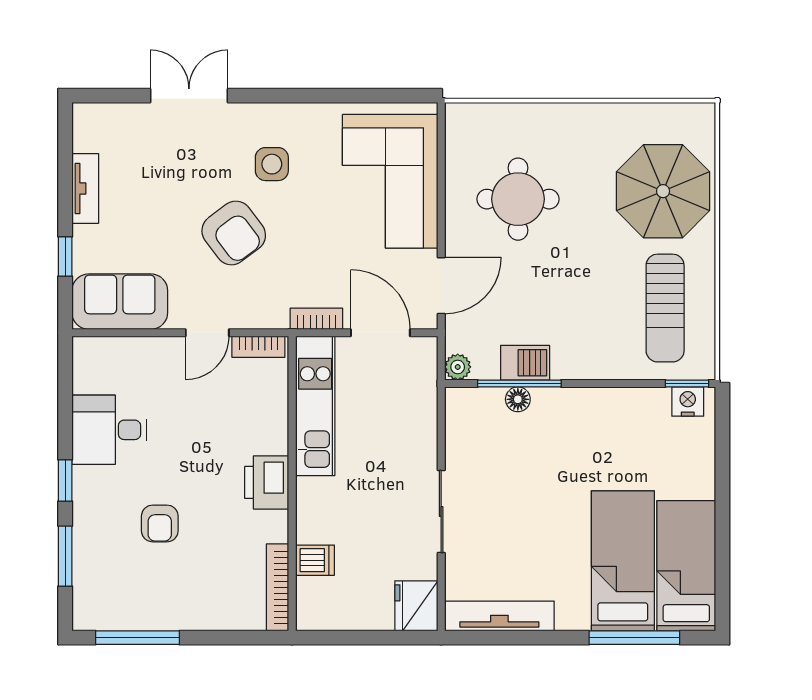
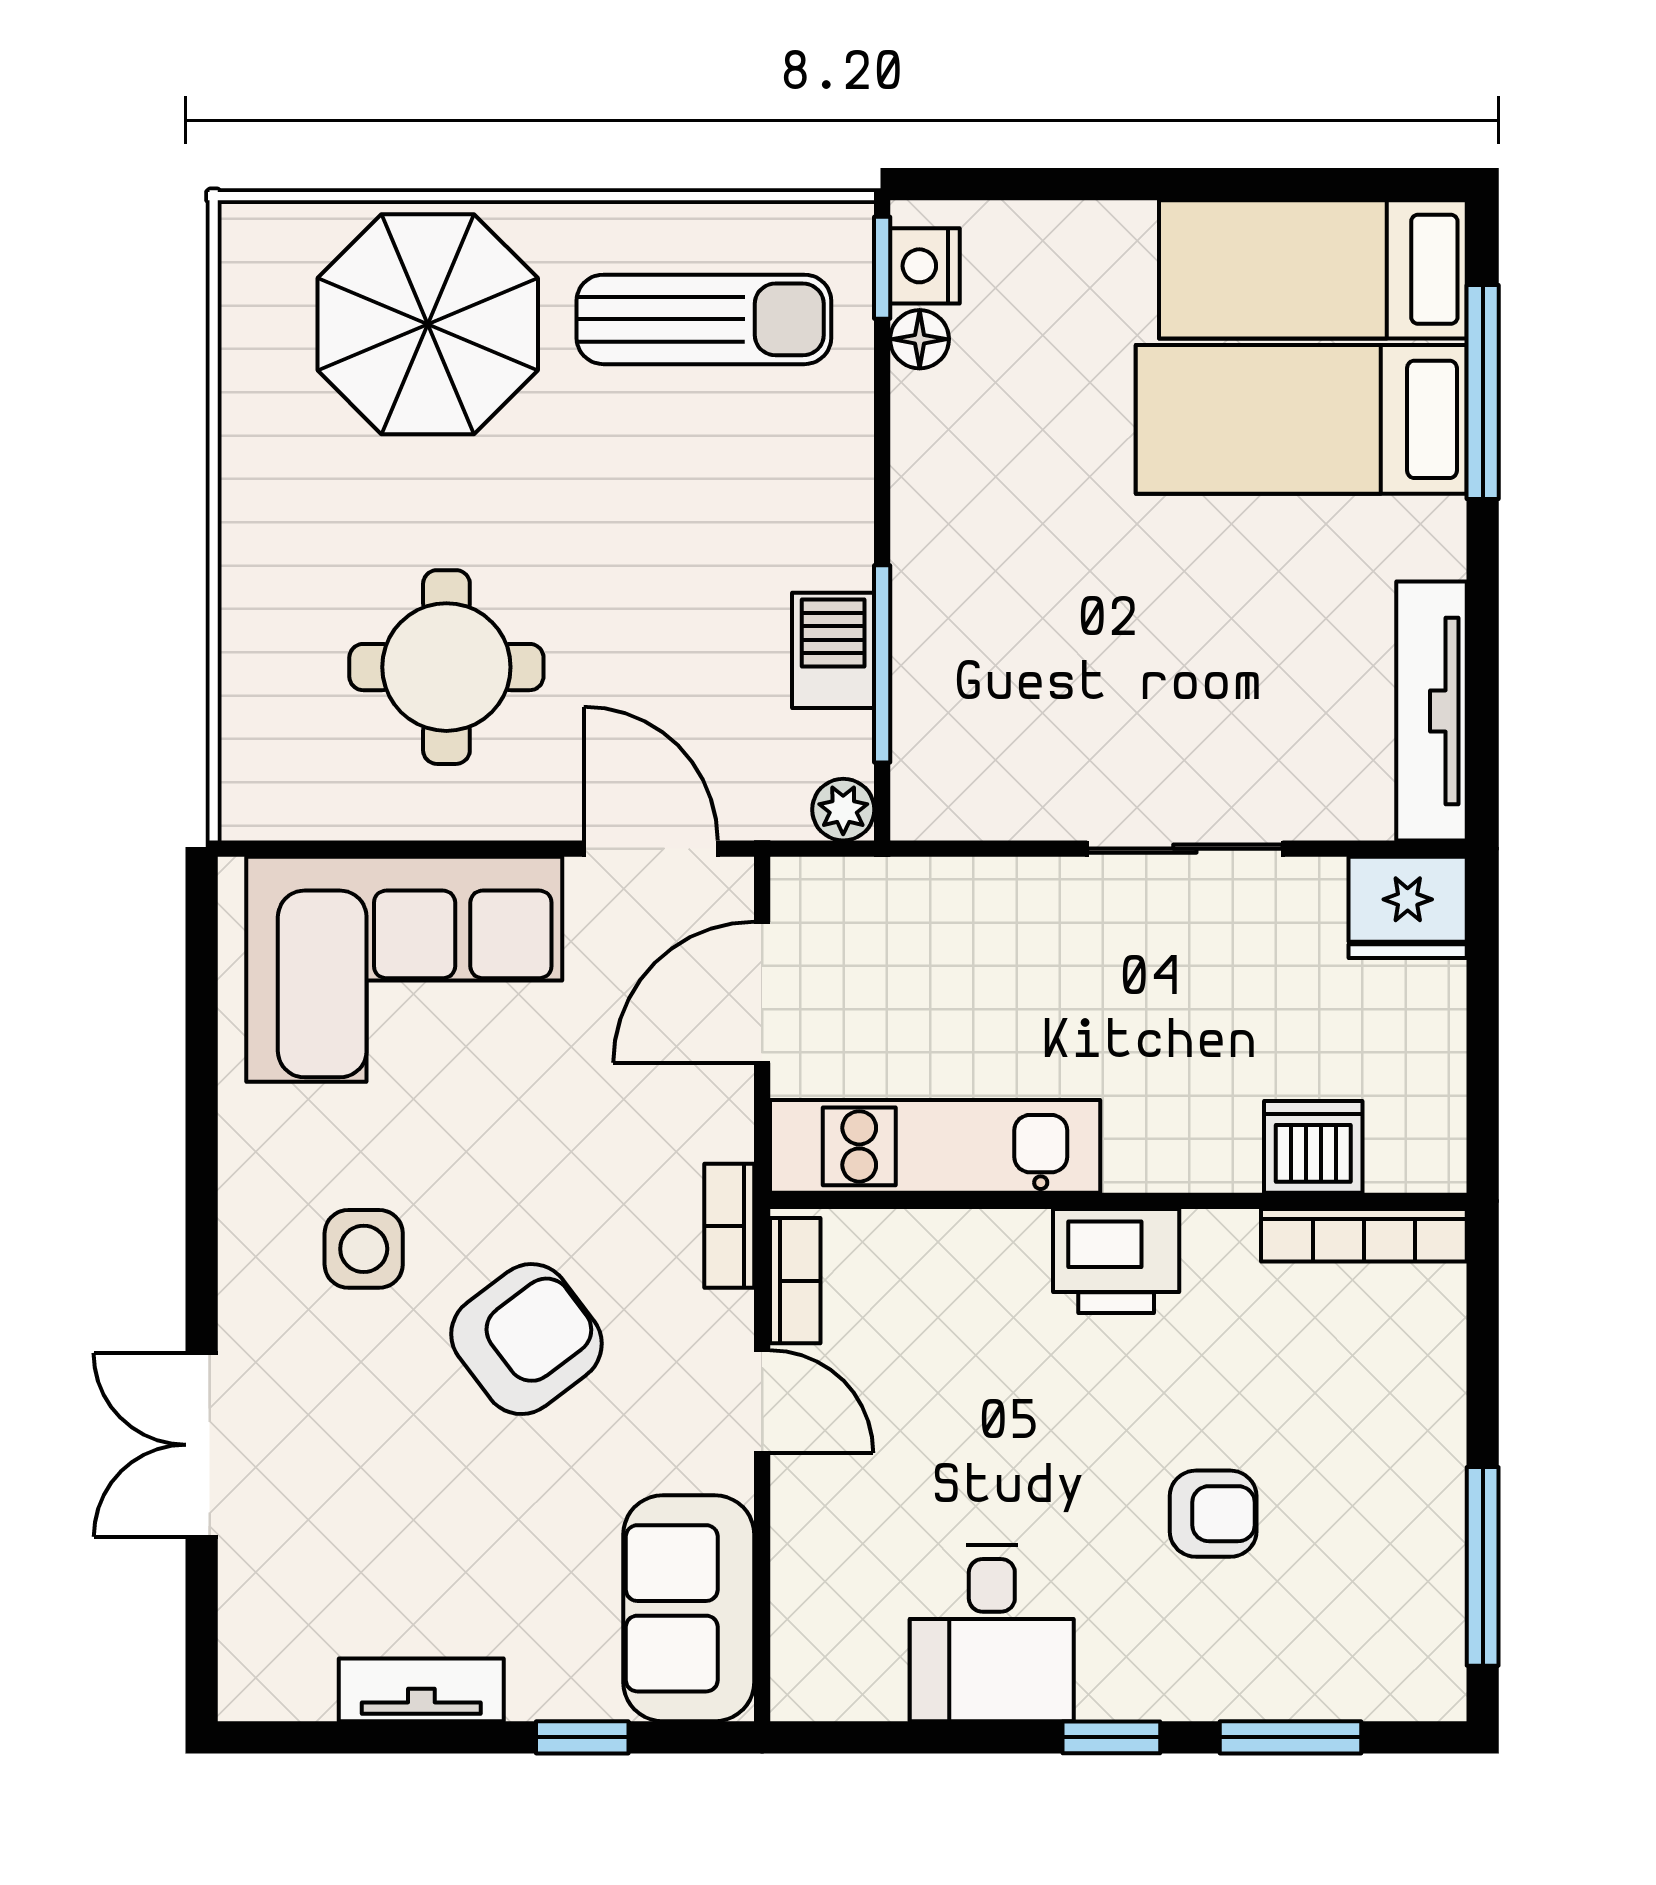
bookcase: (316, 319) -> (729, 1226), moved
floor lamp: (518, 399) -> (920, 339), moved
dishwasher: (315, 560) -> (1313, 1147), width x1.38

